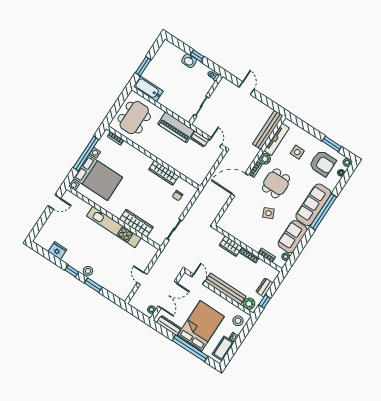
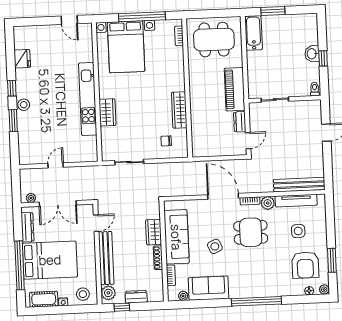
sofa: (313, 205) -> (176, 237), moved, turned 90
wardrobe: (136, 223) -> (107, 112), width x0.67

